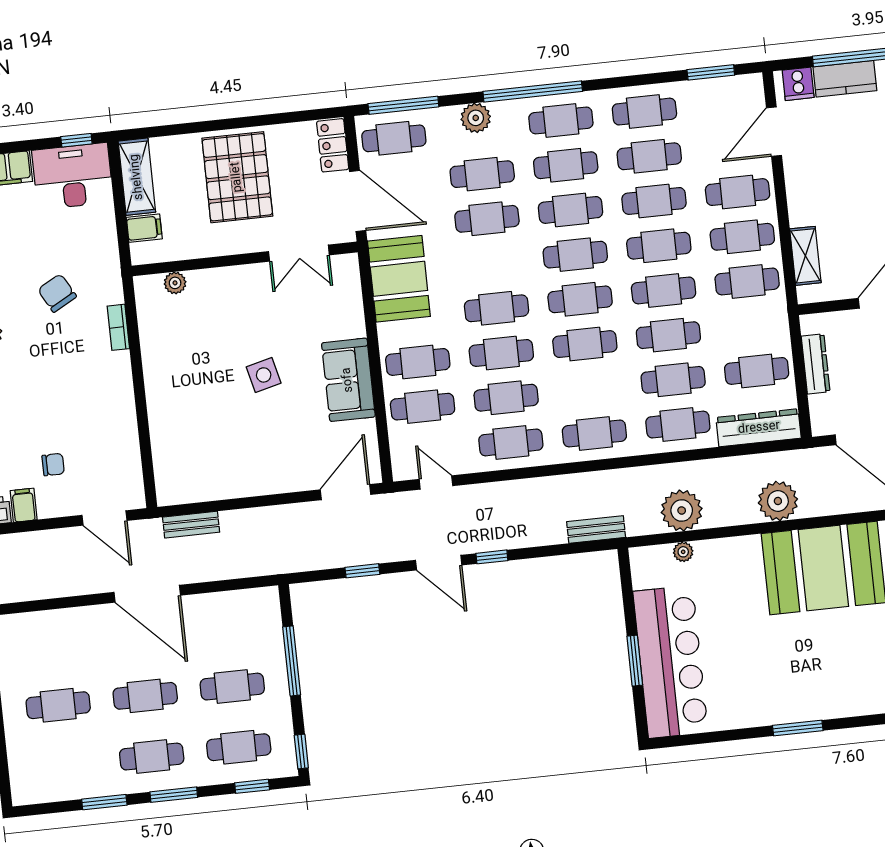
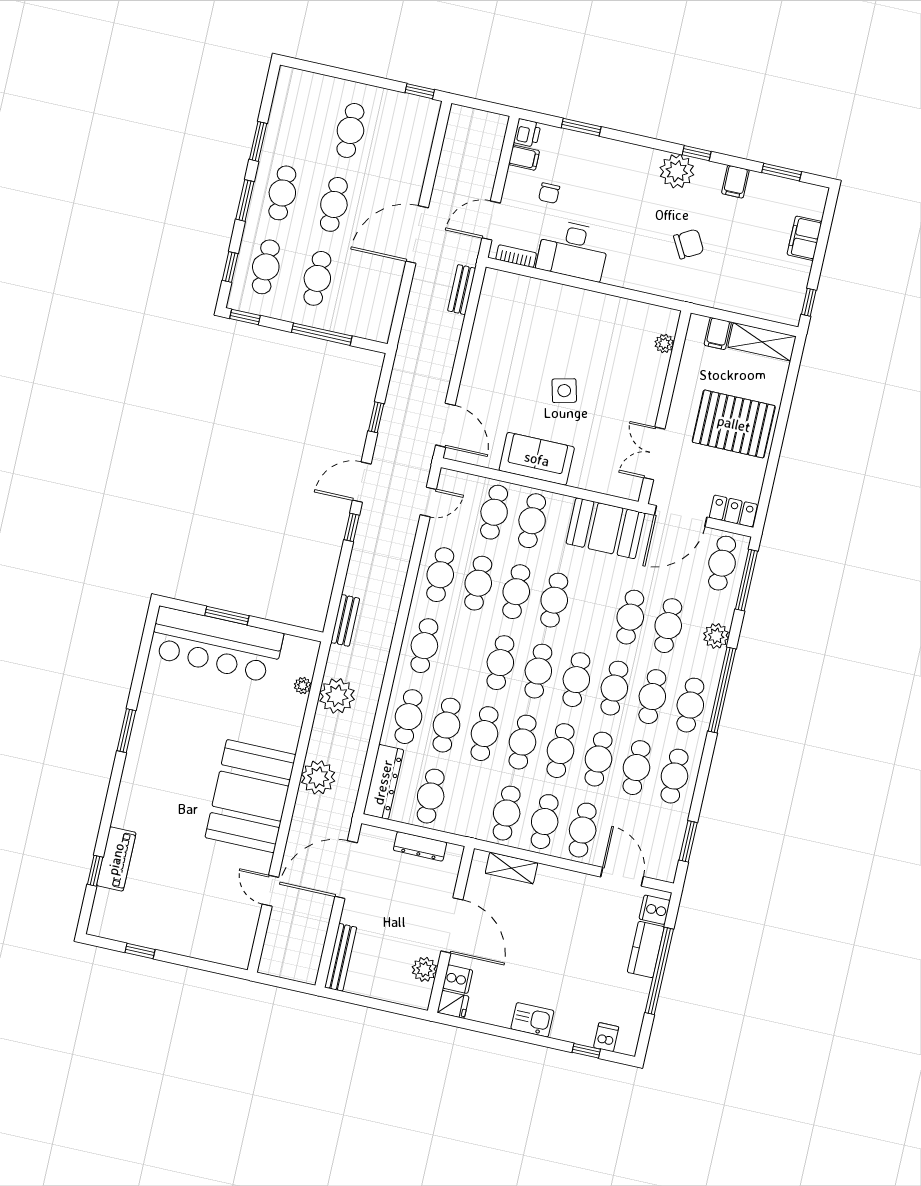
desk: (73, 176) -> (573, 250), moved, turned 90
bookcase: (118, 327) -> (516, 256), moved

